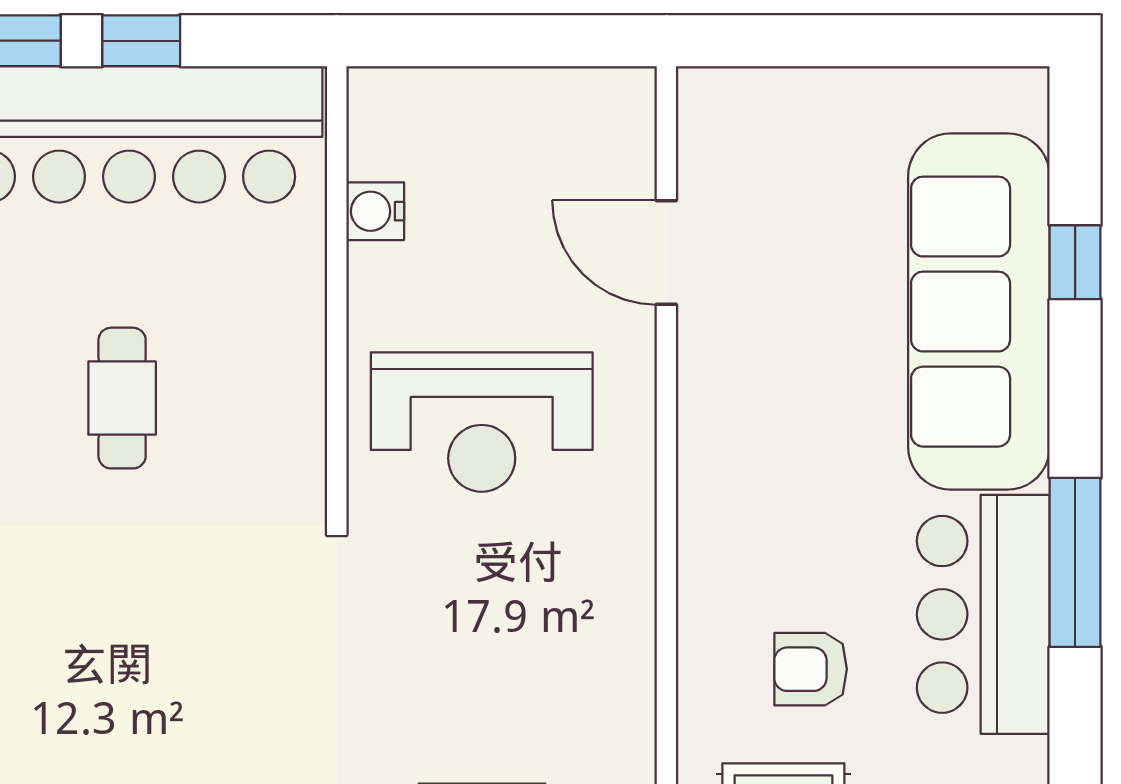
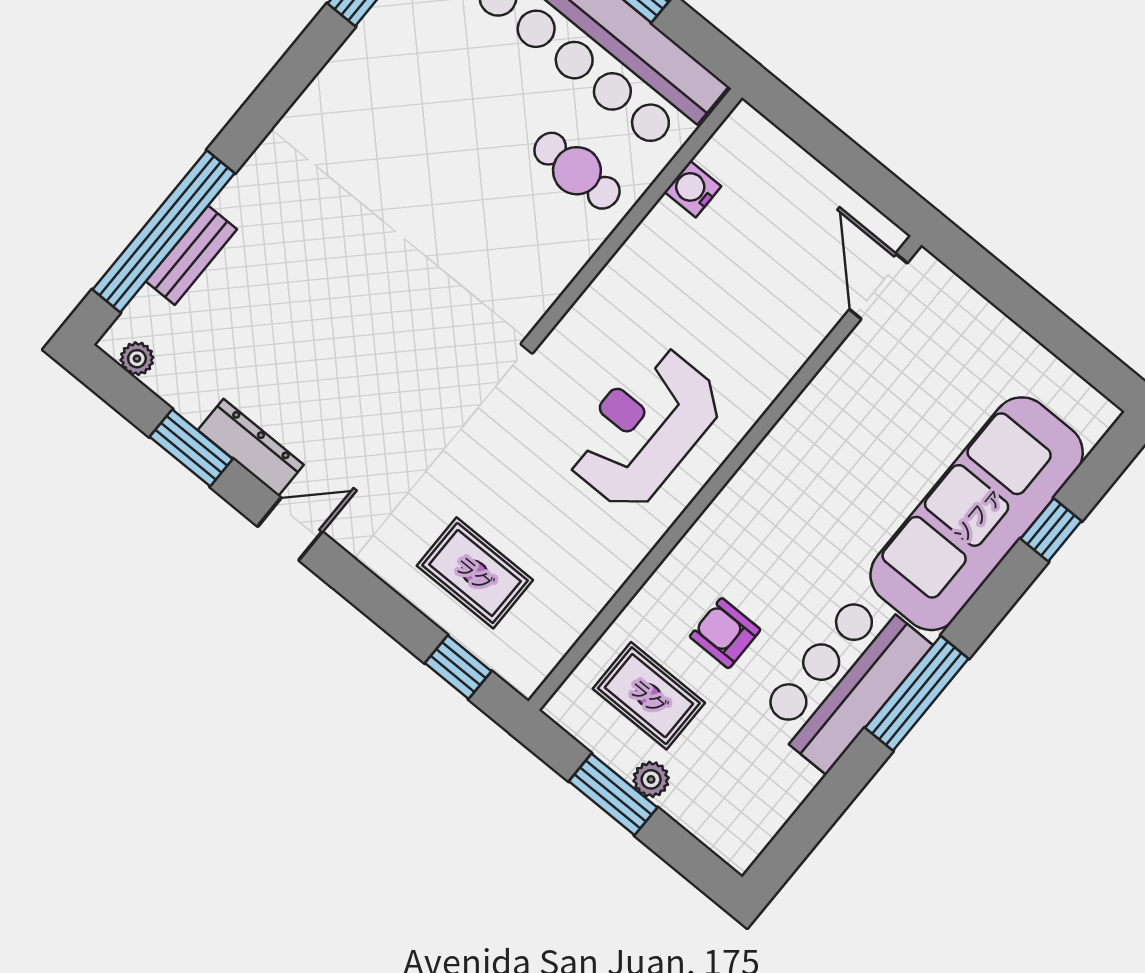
door: (666, 252) -> (878, 286), moved
cafe table: (122, 398) -> (577, 171), moved, turned 90
reception desk: (482, 422) -> (644, 428), moved, turned 90

